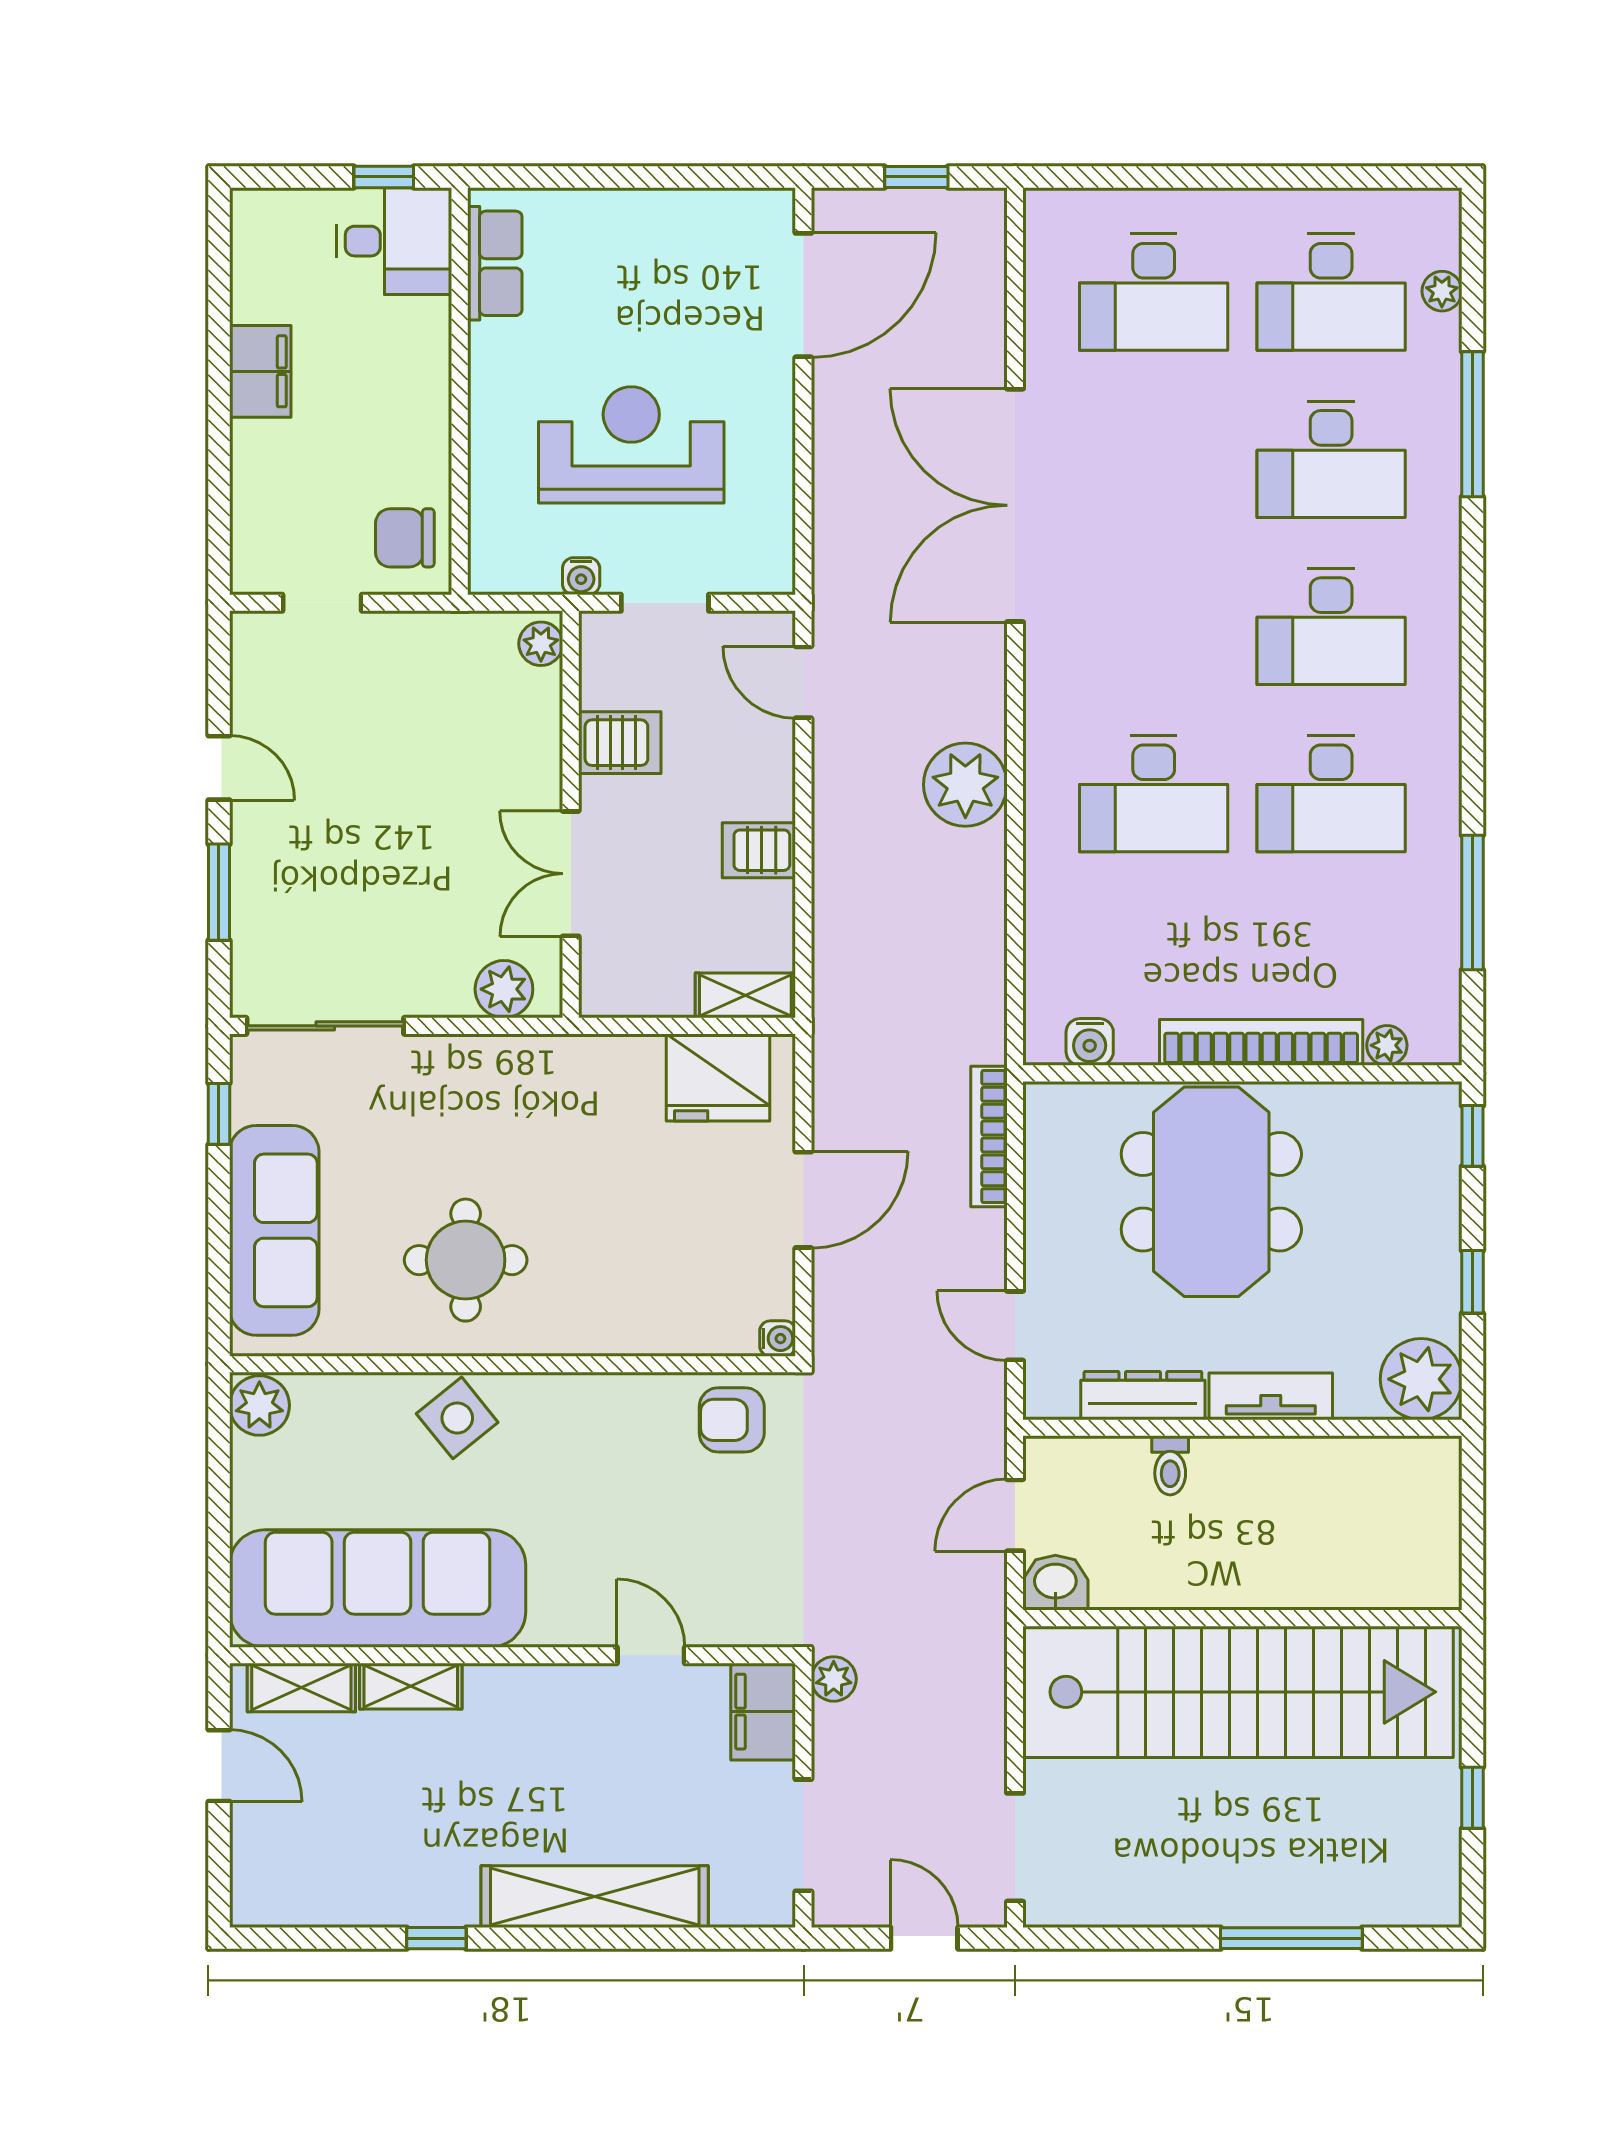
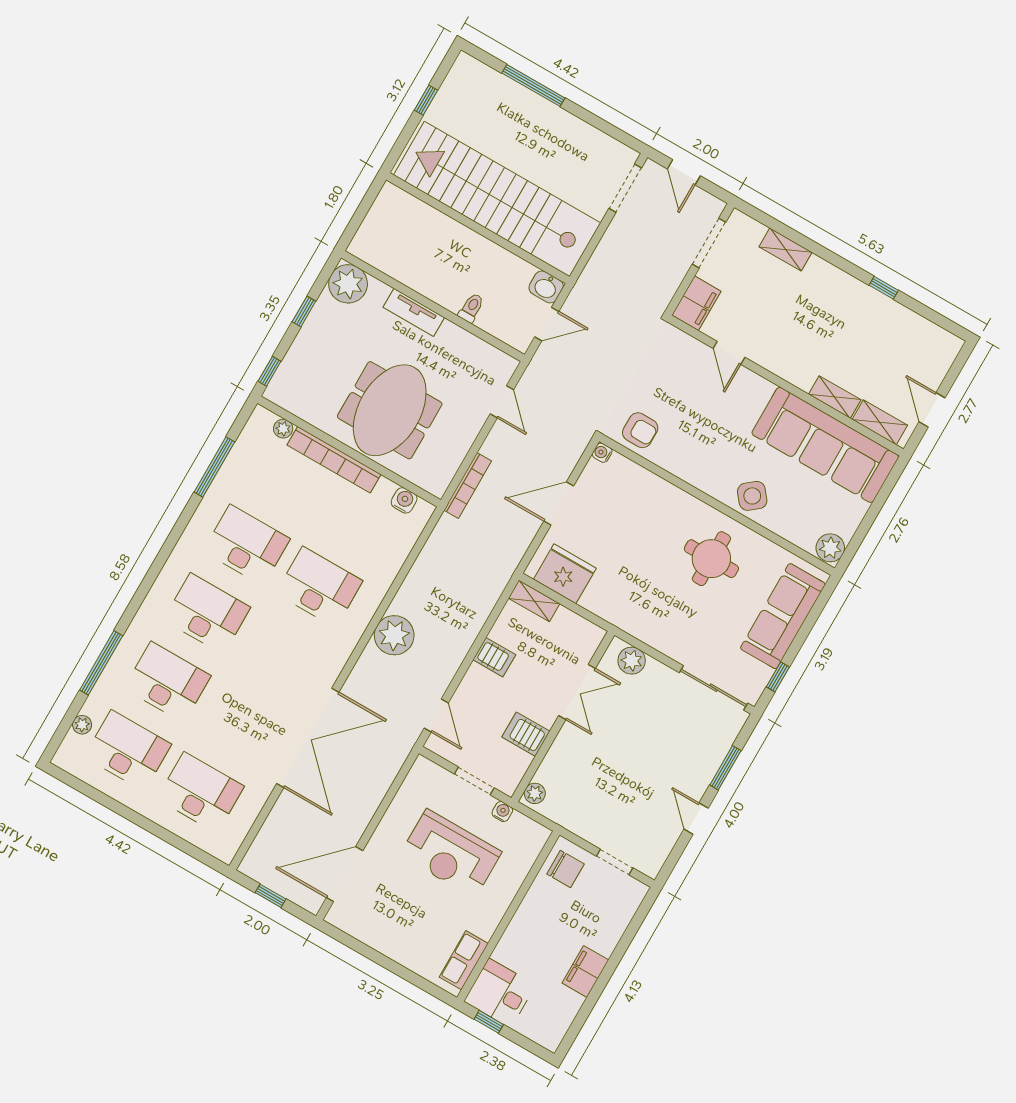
dresser: (1143, 1396) -> (466, 343), removed
plant: (834, 1679) -> (660, 300), removed
shelving: (595, 1897) -> (786, 249), width x0.45, depth x0.75

